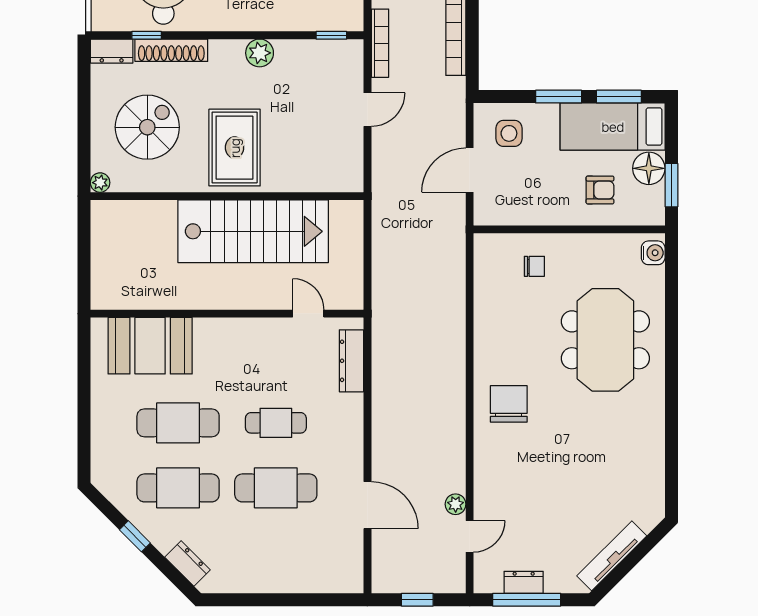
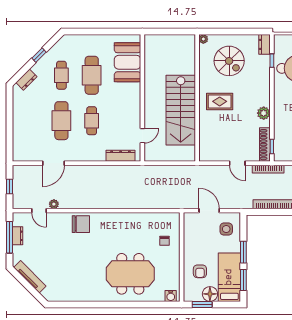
shoe rack: (171, 50) -> (265, 145), moved
rug: (235, 148) -> (220, 101), width x0.73, depth x0.70
chair: (509, 404) -> (81, 224), moved
cafe table: (178, 488) -> (61, 75), width x0.73, depth x0.74

